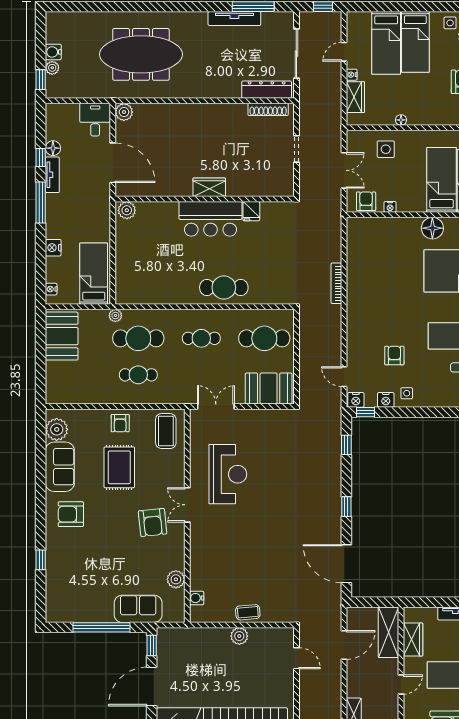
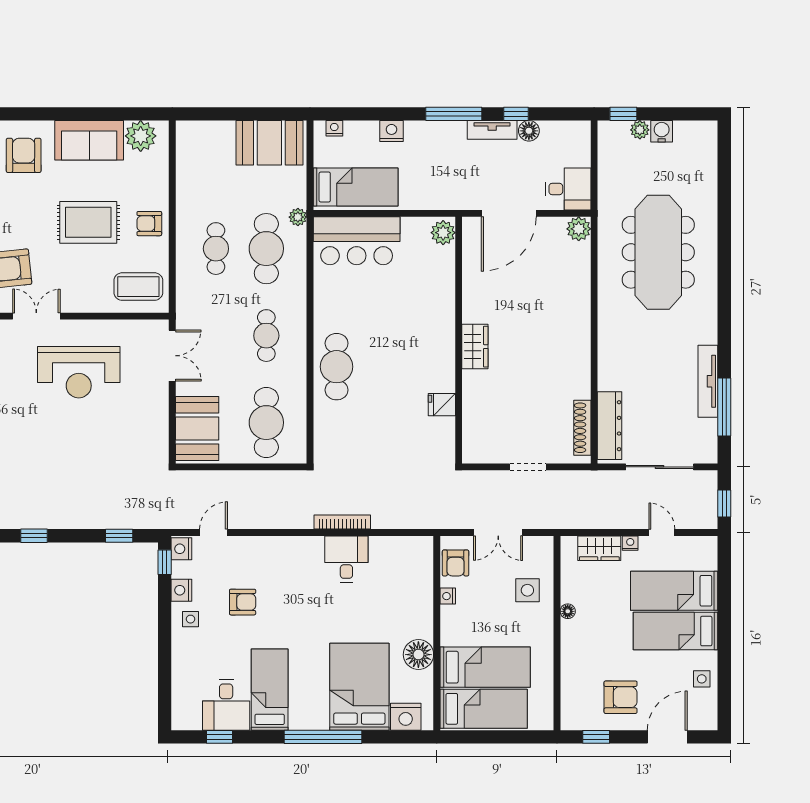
armchair: (366, 201) -> (456, 563), turned 90
bar counter: (210, 219) -> (357, 241), moved, turned -90
desk: (363, 280) -> (346, 559), added

